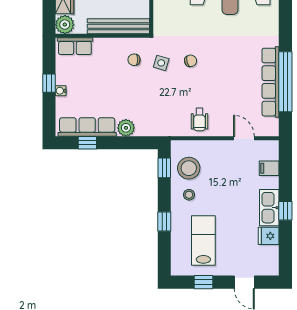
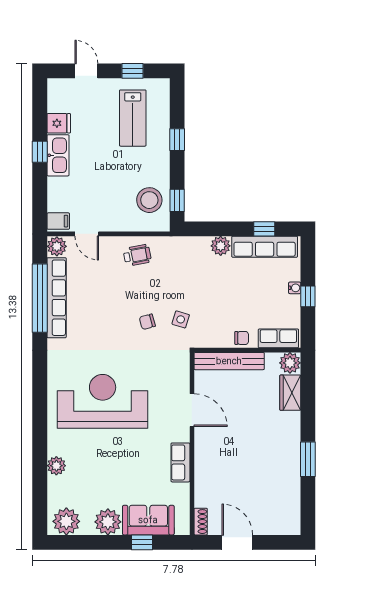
chair: (134, 60) -> (242, 338), moved
wheelchair: (199, 120) -> (137, 255), turned 79
plant: (270, 127) -> (57, 246), added
filing cabinet: (269, 168) -> (58, 221), moved
stool: (189, 195) -> (149, 170), removed

